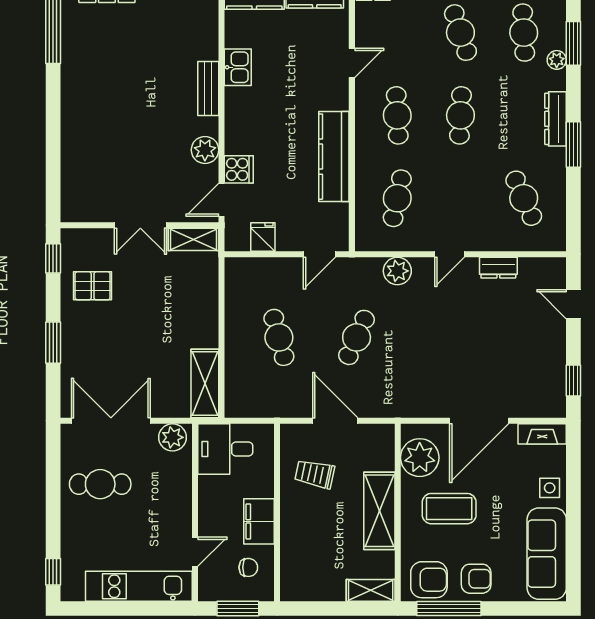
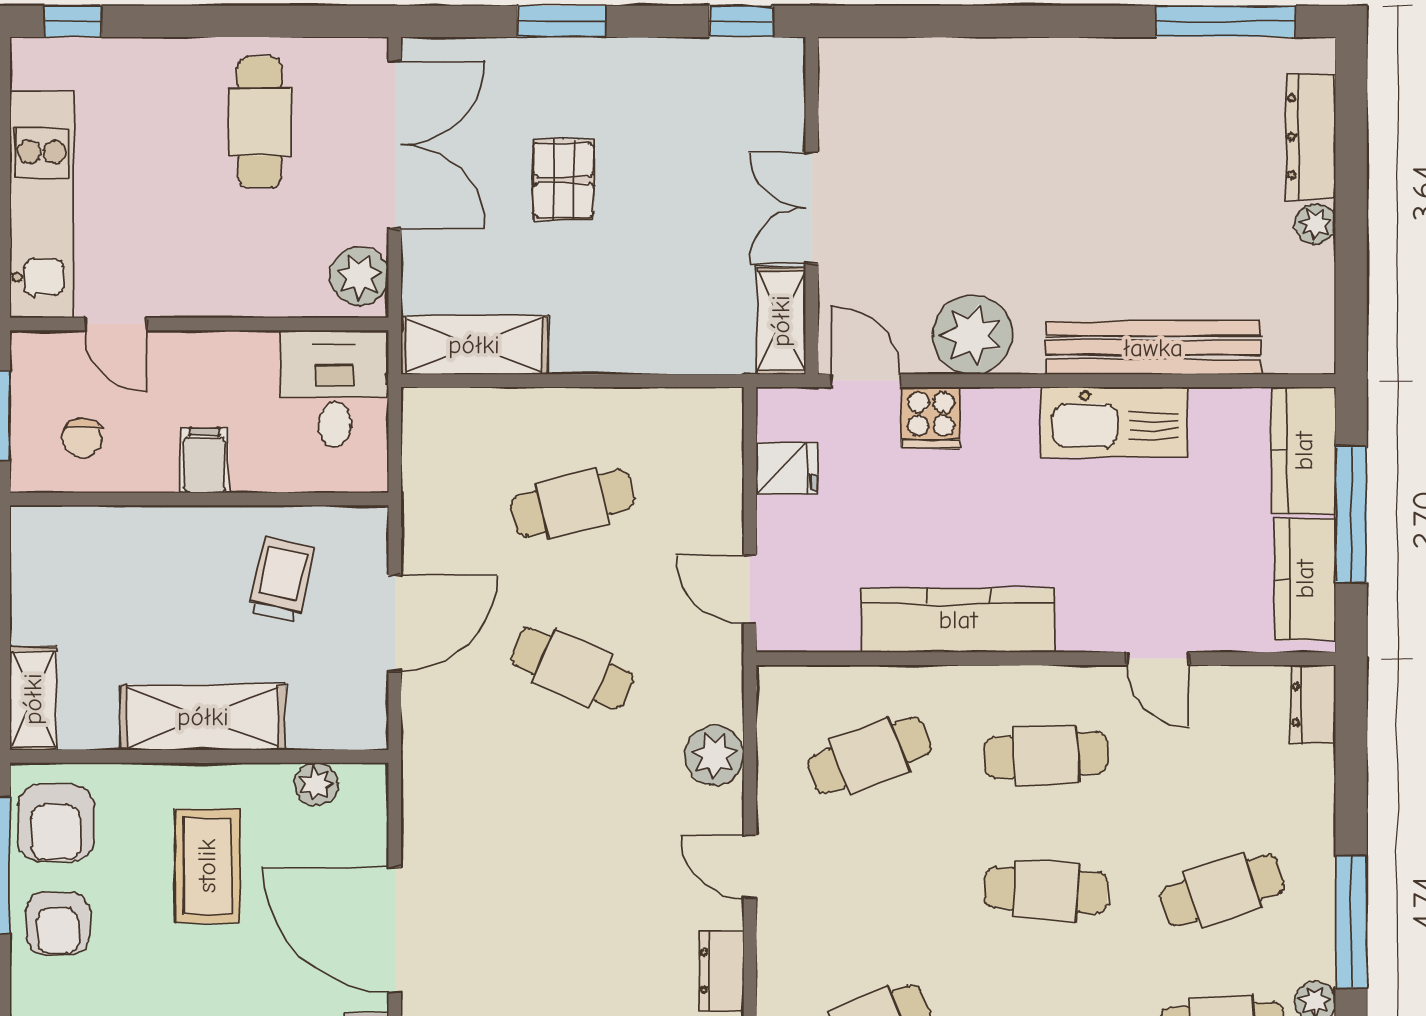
kitchen sink: (238, 67) -> (1114, 422), width x1.88, depth x1.24
bench: (208, 88) -> (1153, 348), width x1.86, depth x1.21
plant: (205, 150) -> (972, 335), width x1.36, depth x1.36
cafe table: (397, 198) -> (869, 755), turned -33
pallet: (93, 286) -> (564, 180), moved
plant: (420, 458) -> (316, 784), width x0.53, depth x0.53
filing cabinet: (259, 521) -> (204, 460), width x0.50

